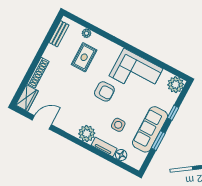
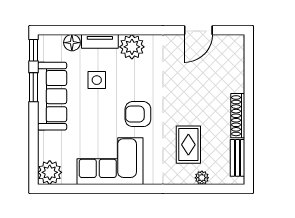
shoe rack: (38, 73) -> (238, 116), moved
wardrobe: (27, 98) -> (235, 52), removed
window: (173, 113) -> (33, 50), moved

